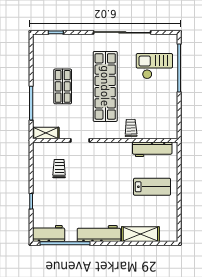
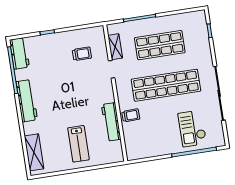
checkout: (154, 66) -> (192, 128), turned 180
shop shelf: (63, 86) -> (160, 45), width x1.43, depth x1.36
shelving: (46, 133) -> (115, 47), moved
workbench: (152, 149) -> (111, 122), moved
shelving: (140, 234) -> (34, 152), moved

